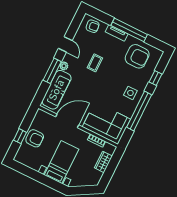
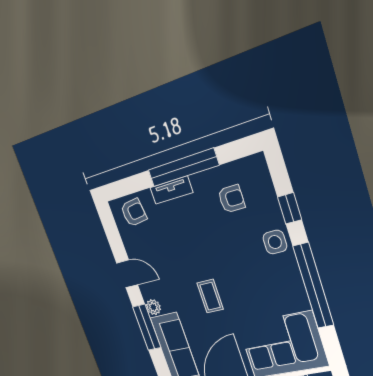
armchair: (137, 56) -> (231, 199), width x0.53, depth x0.53
coffee table: (95, 63) -> (210, 296), moved
side table: (130, 93) -> (275, 242), moved

